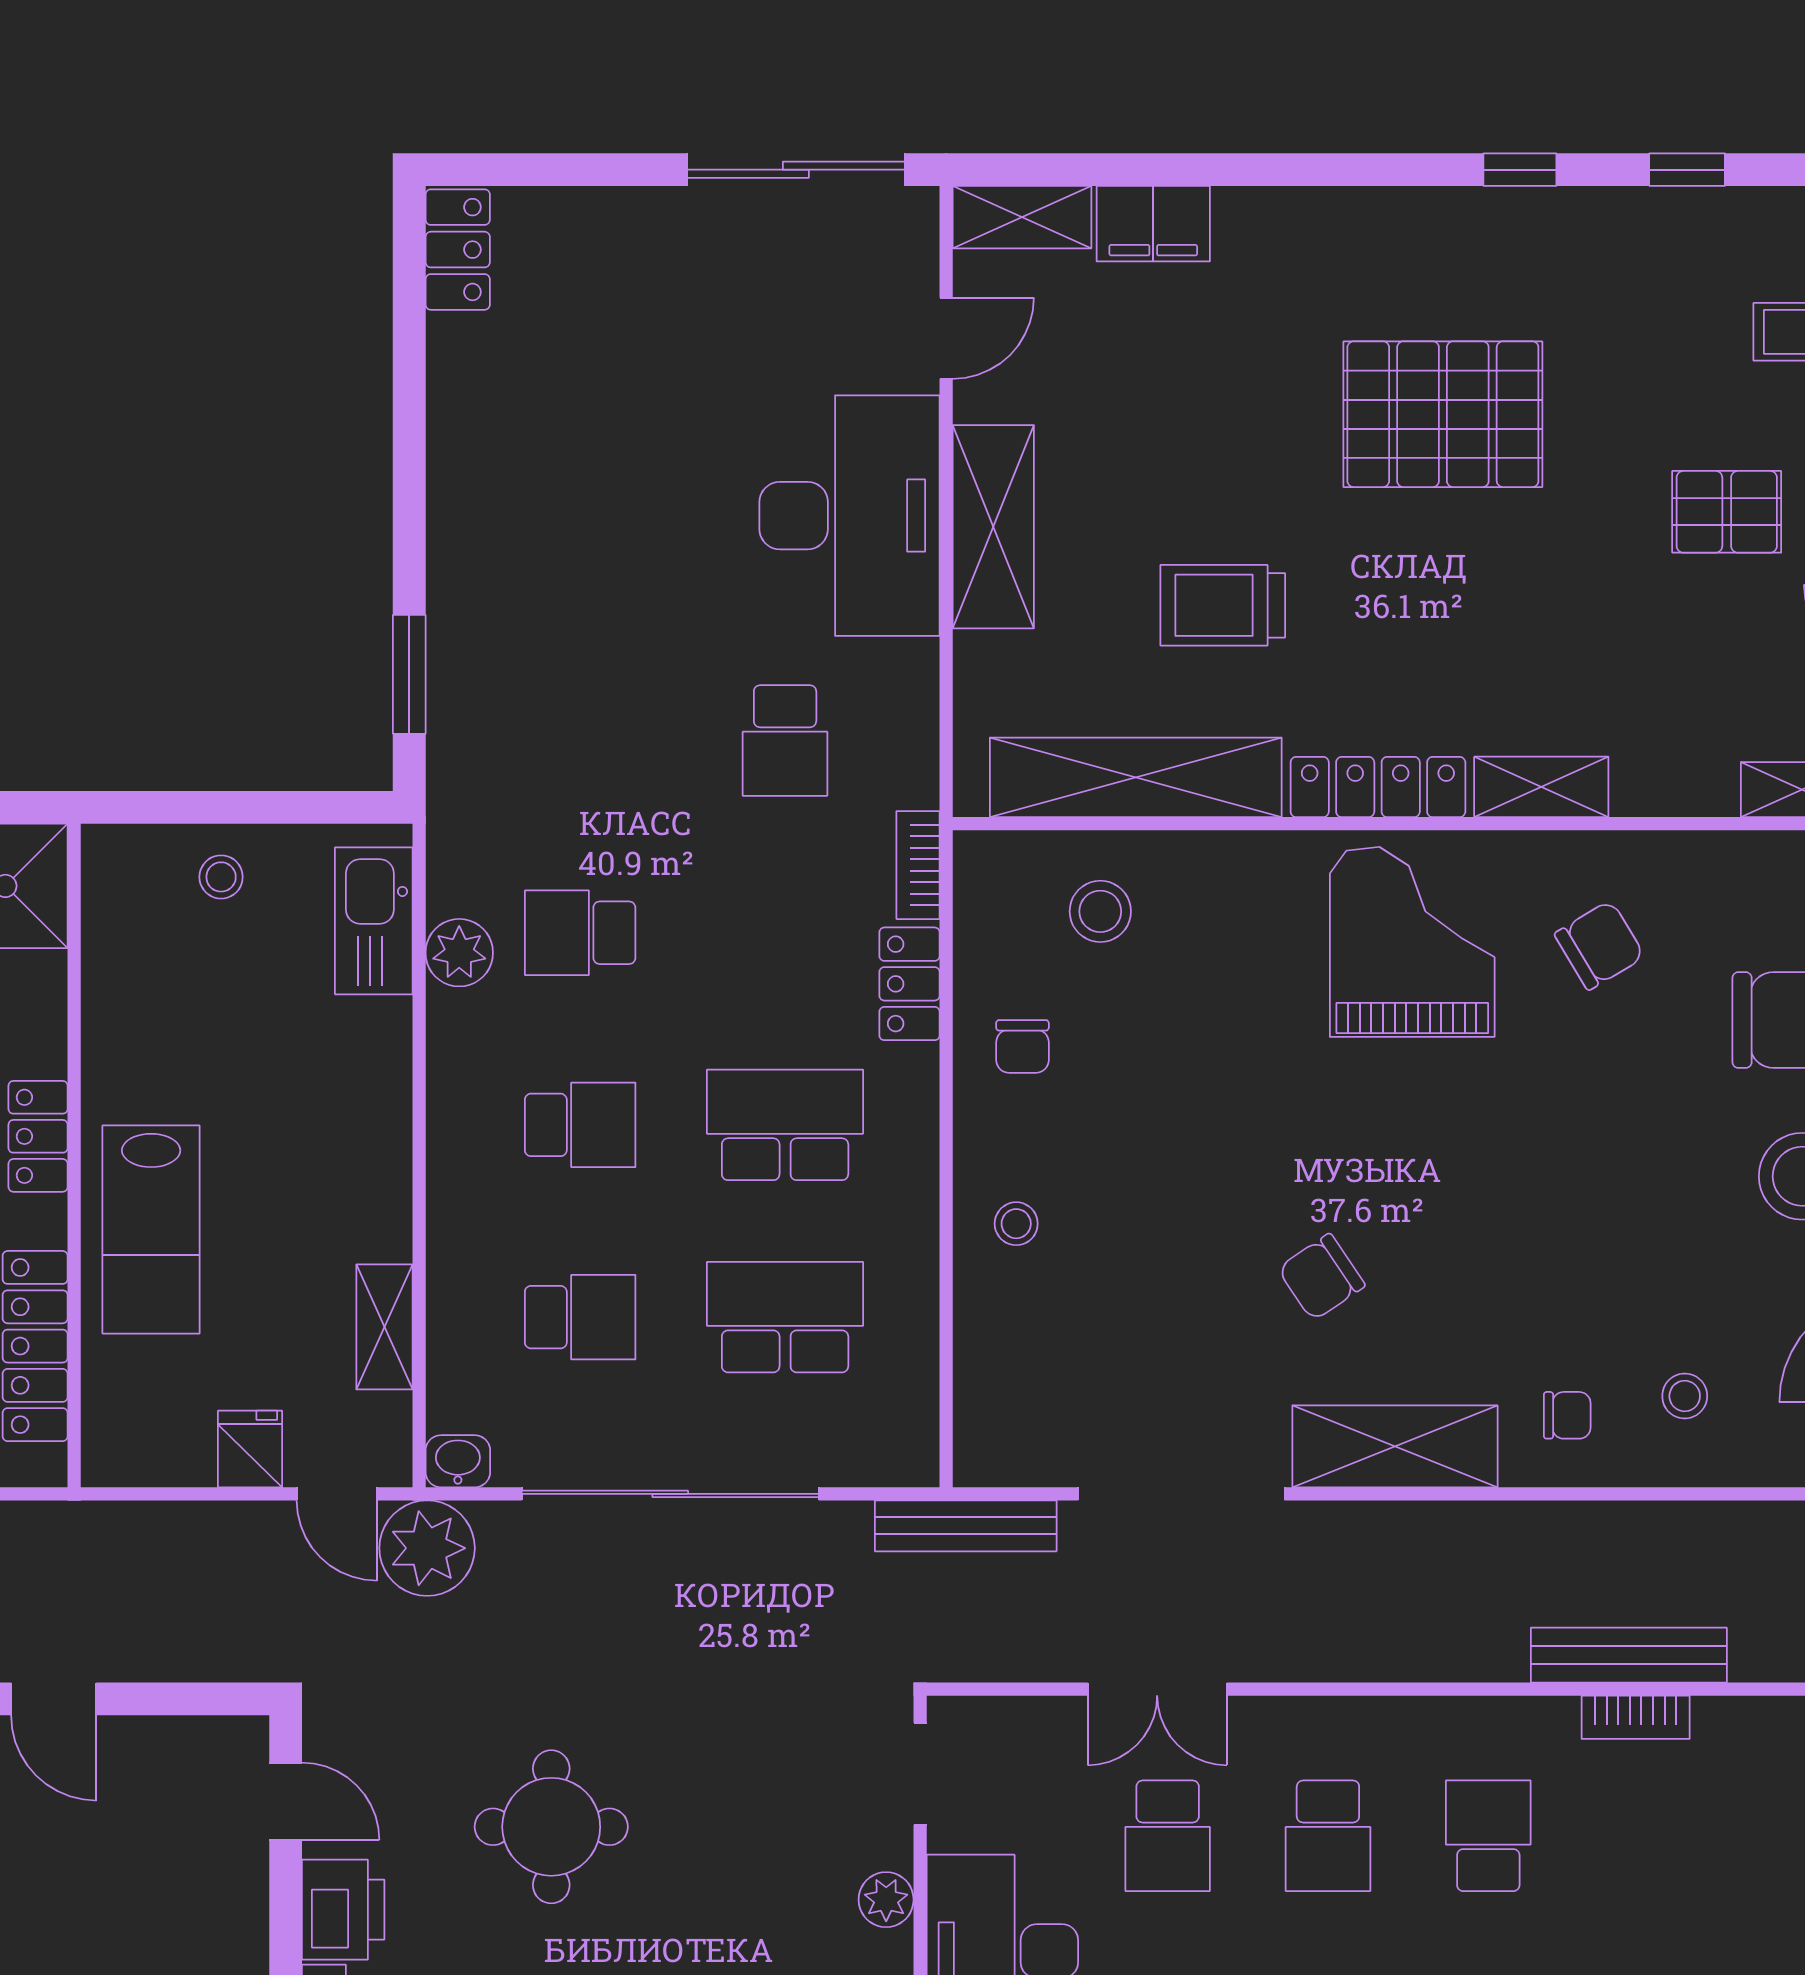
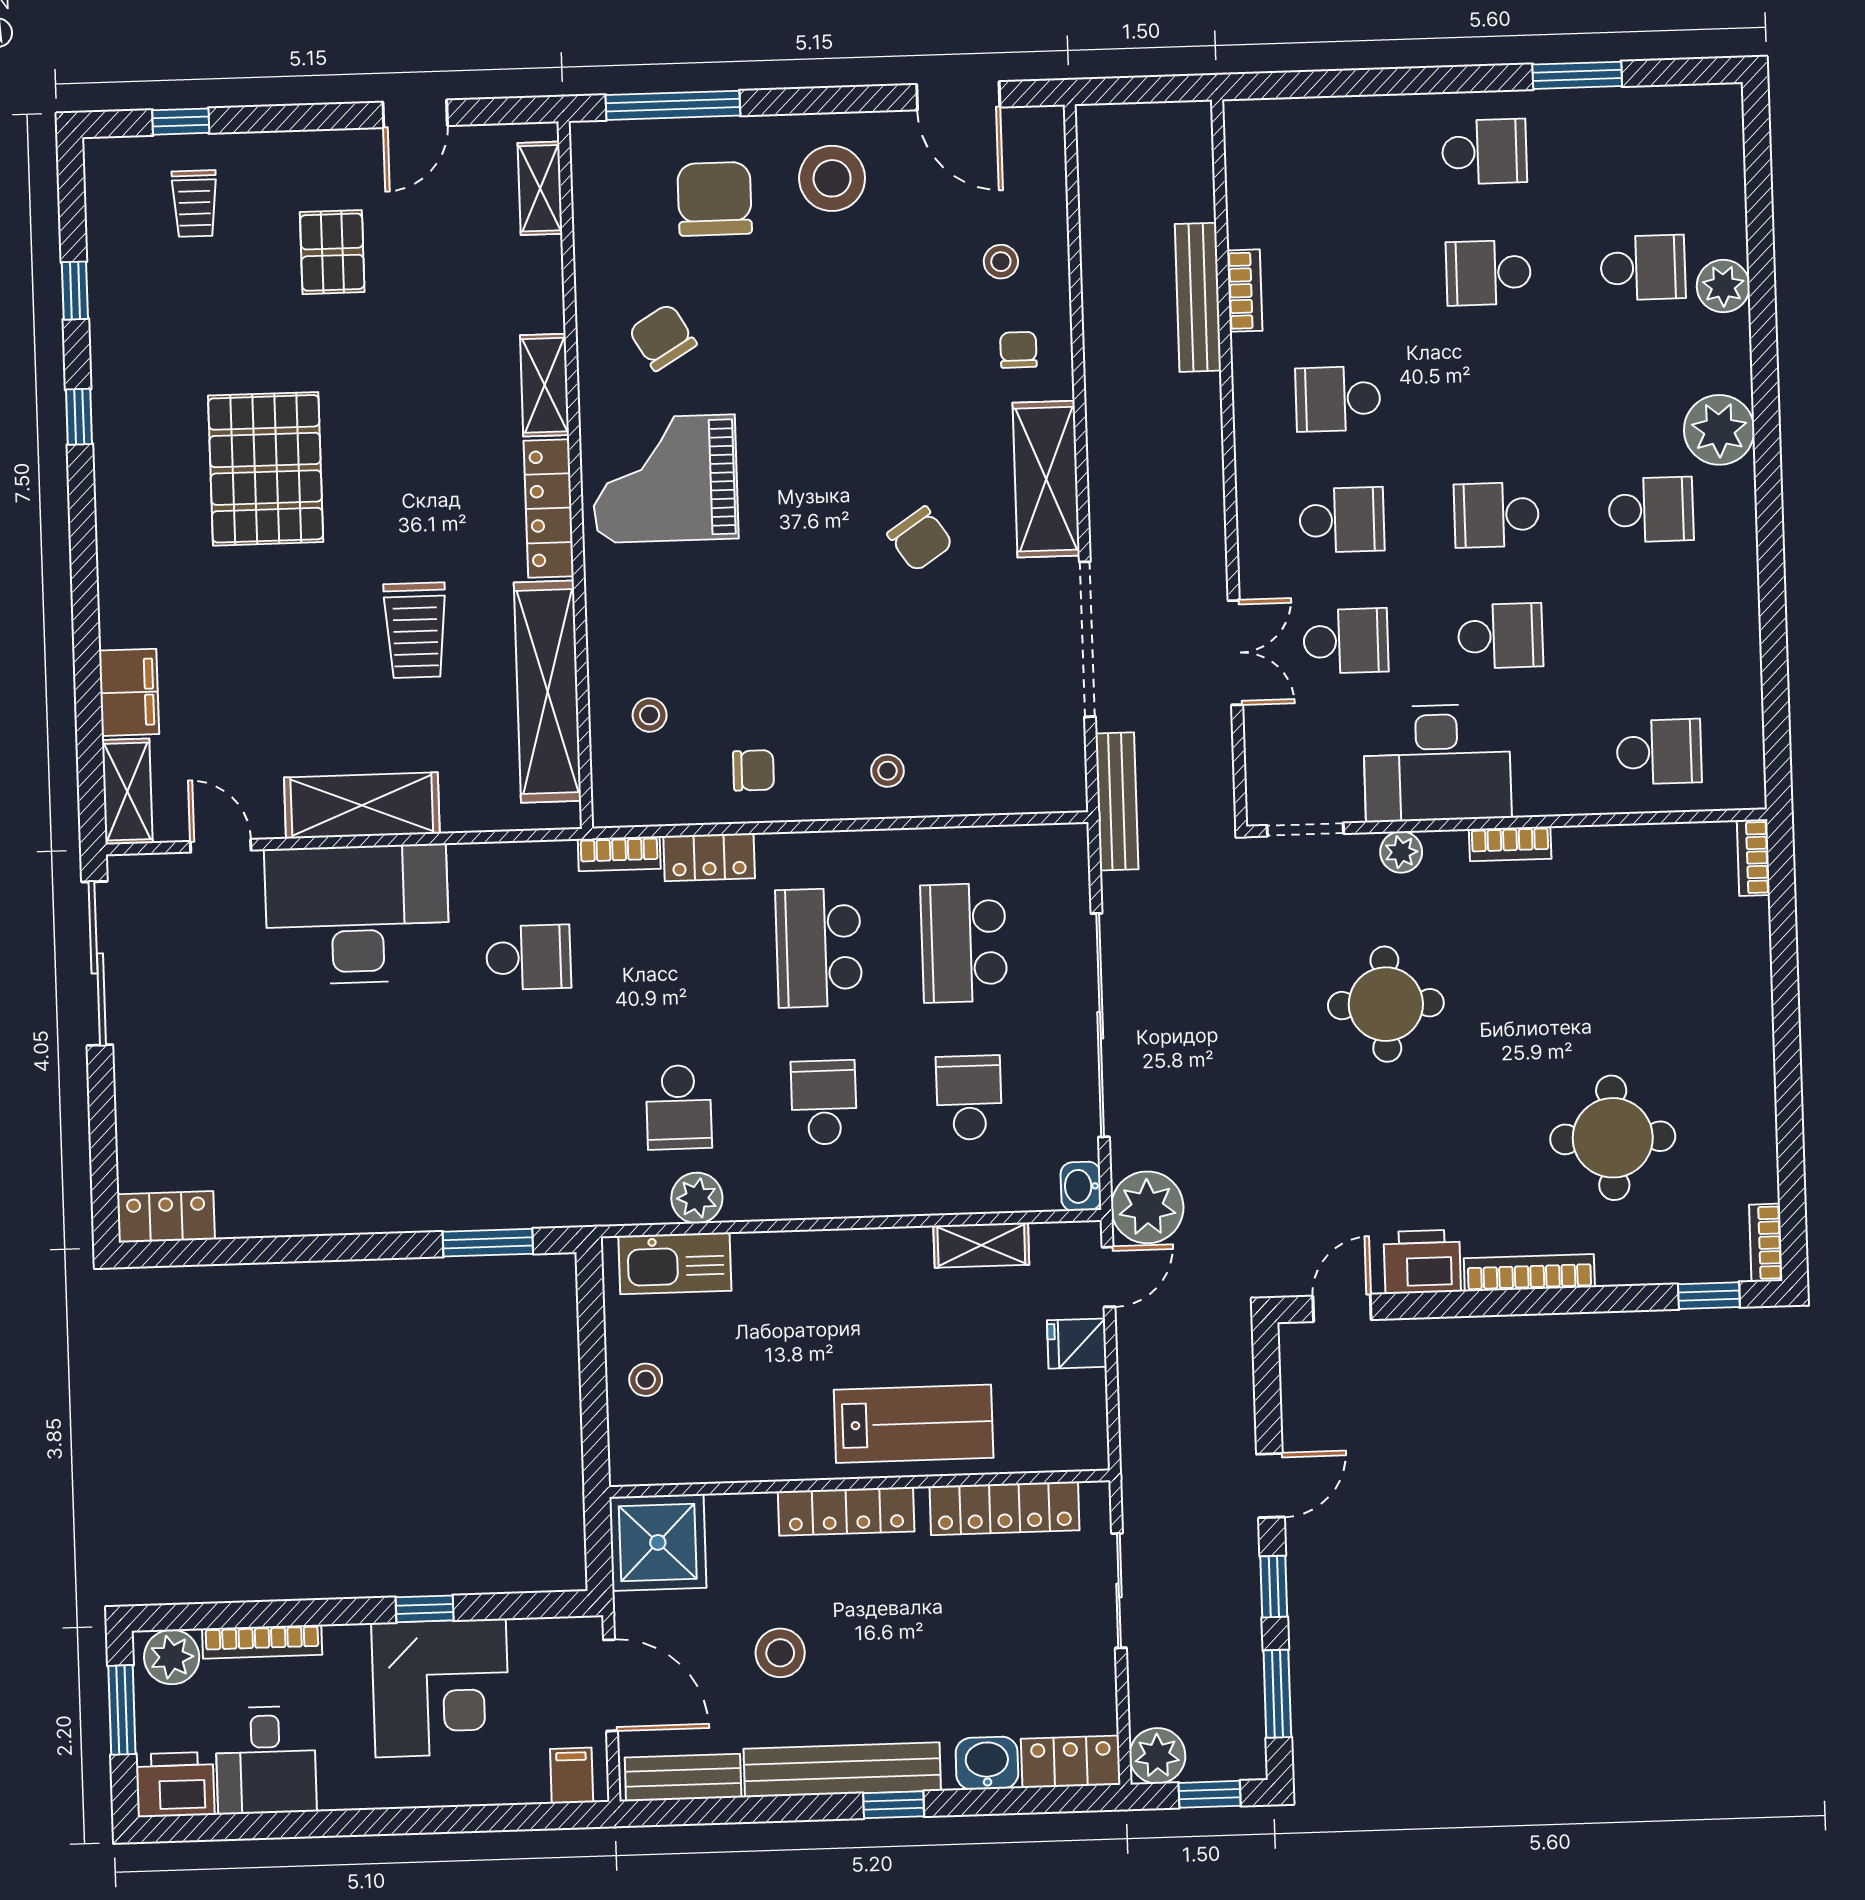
stool: (1100, 911) -> (650, 715), width x0.73, depth x0.73
locker: (38, 1136) -> (846, 1511), width x1.53
round table: (551, 1827) -> (1386, 1004), moved

